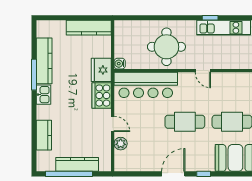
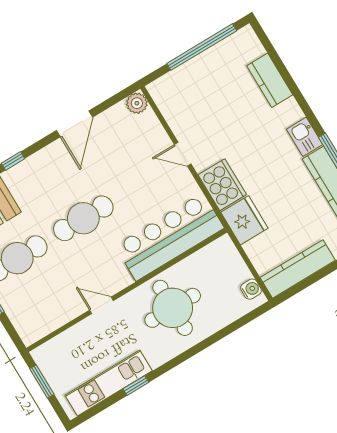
water cooler: (120, 64) -> (251, 289), moved
plant: (121, 144) -> (137, 103), moved
kitchen counter: (77, 164) -> (198, 67), removed
door: (173, 174) -> (74, 124), moved

